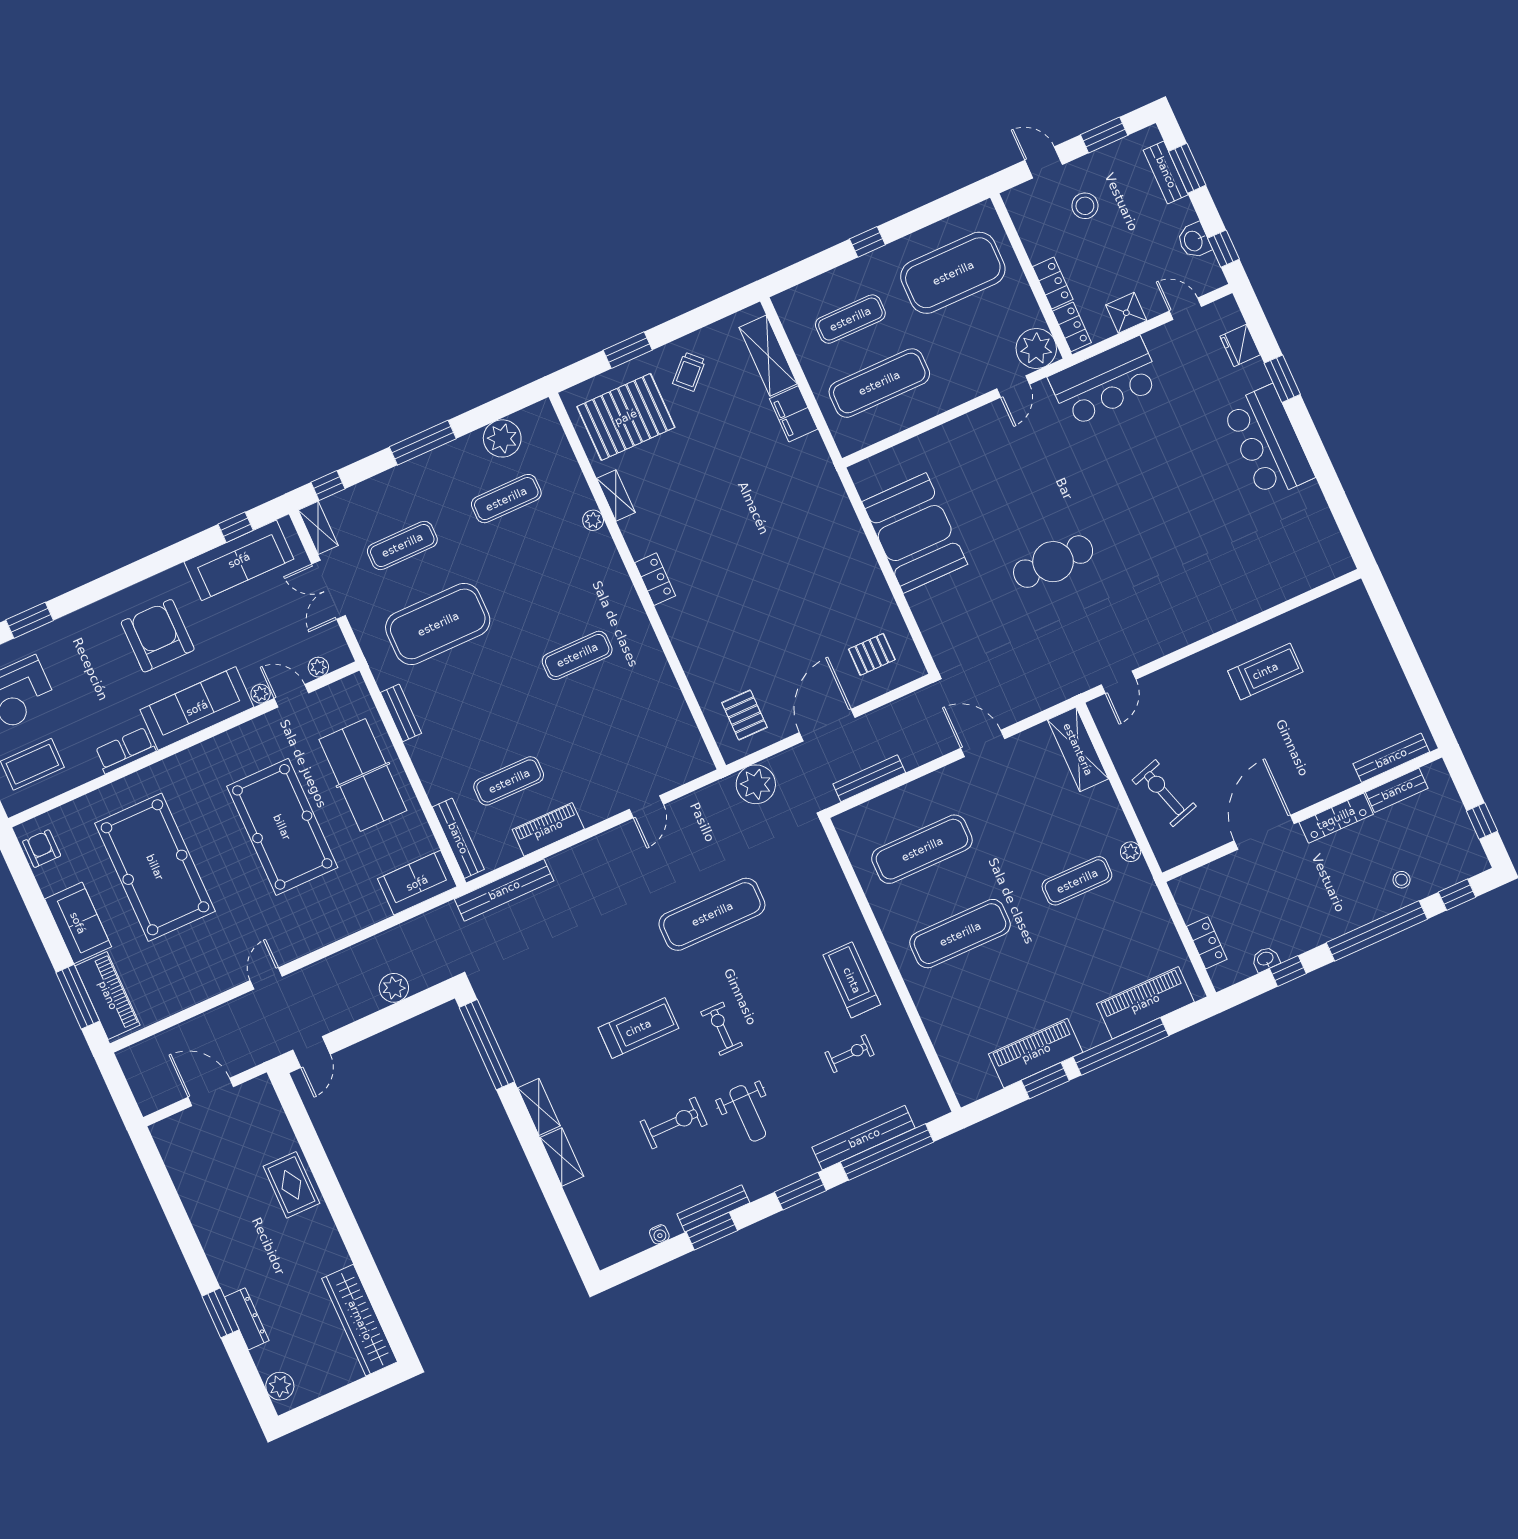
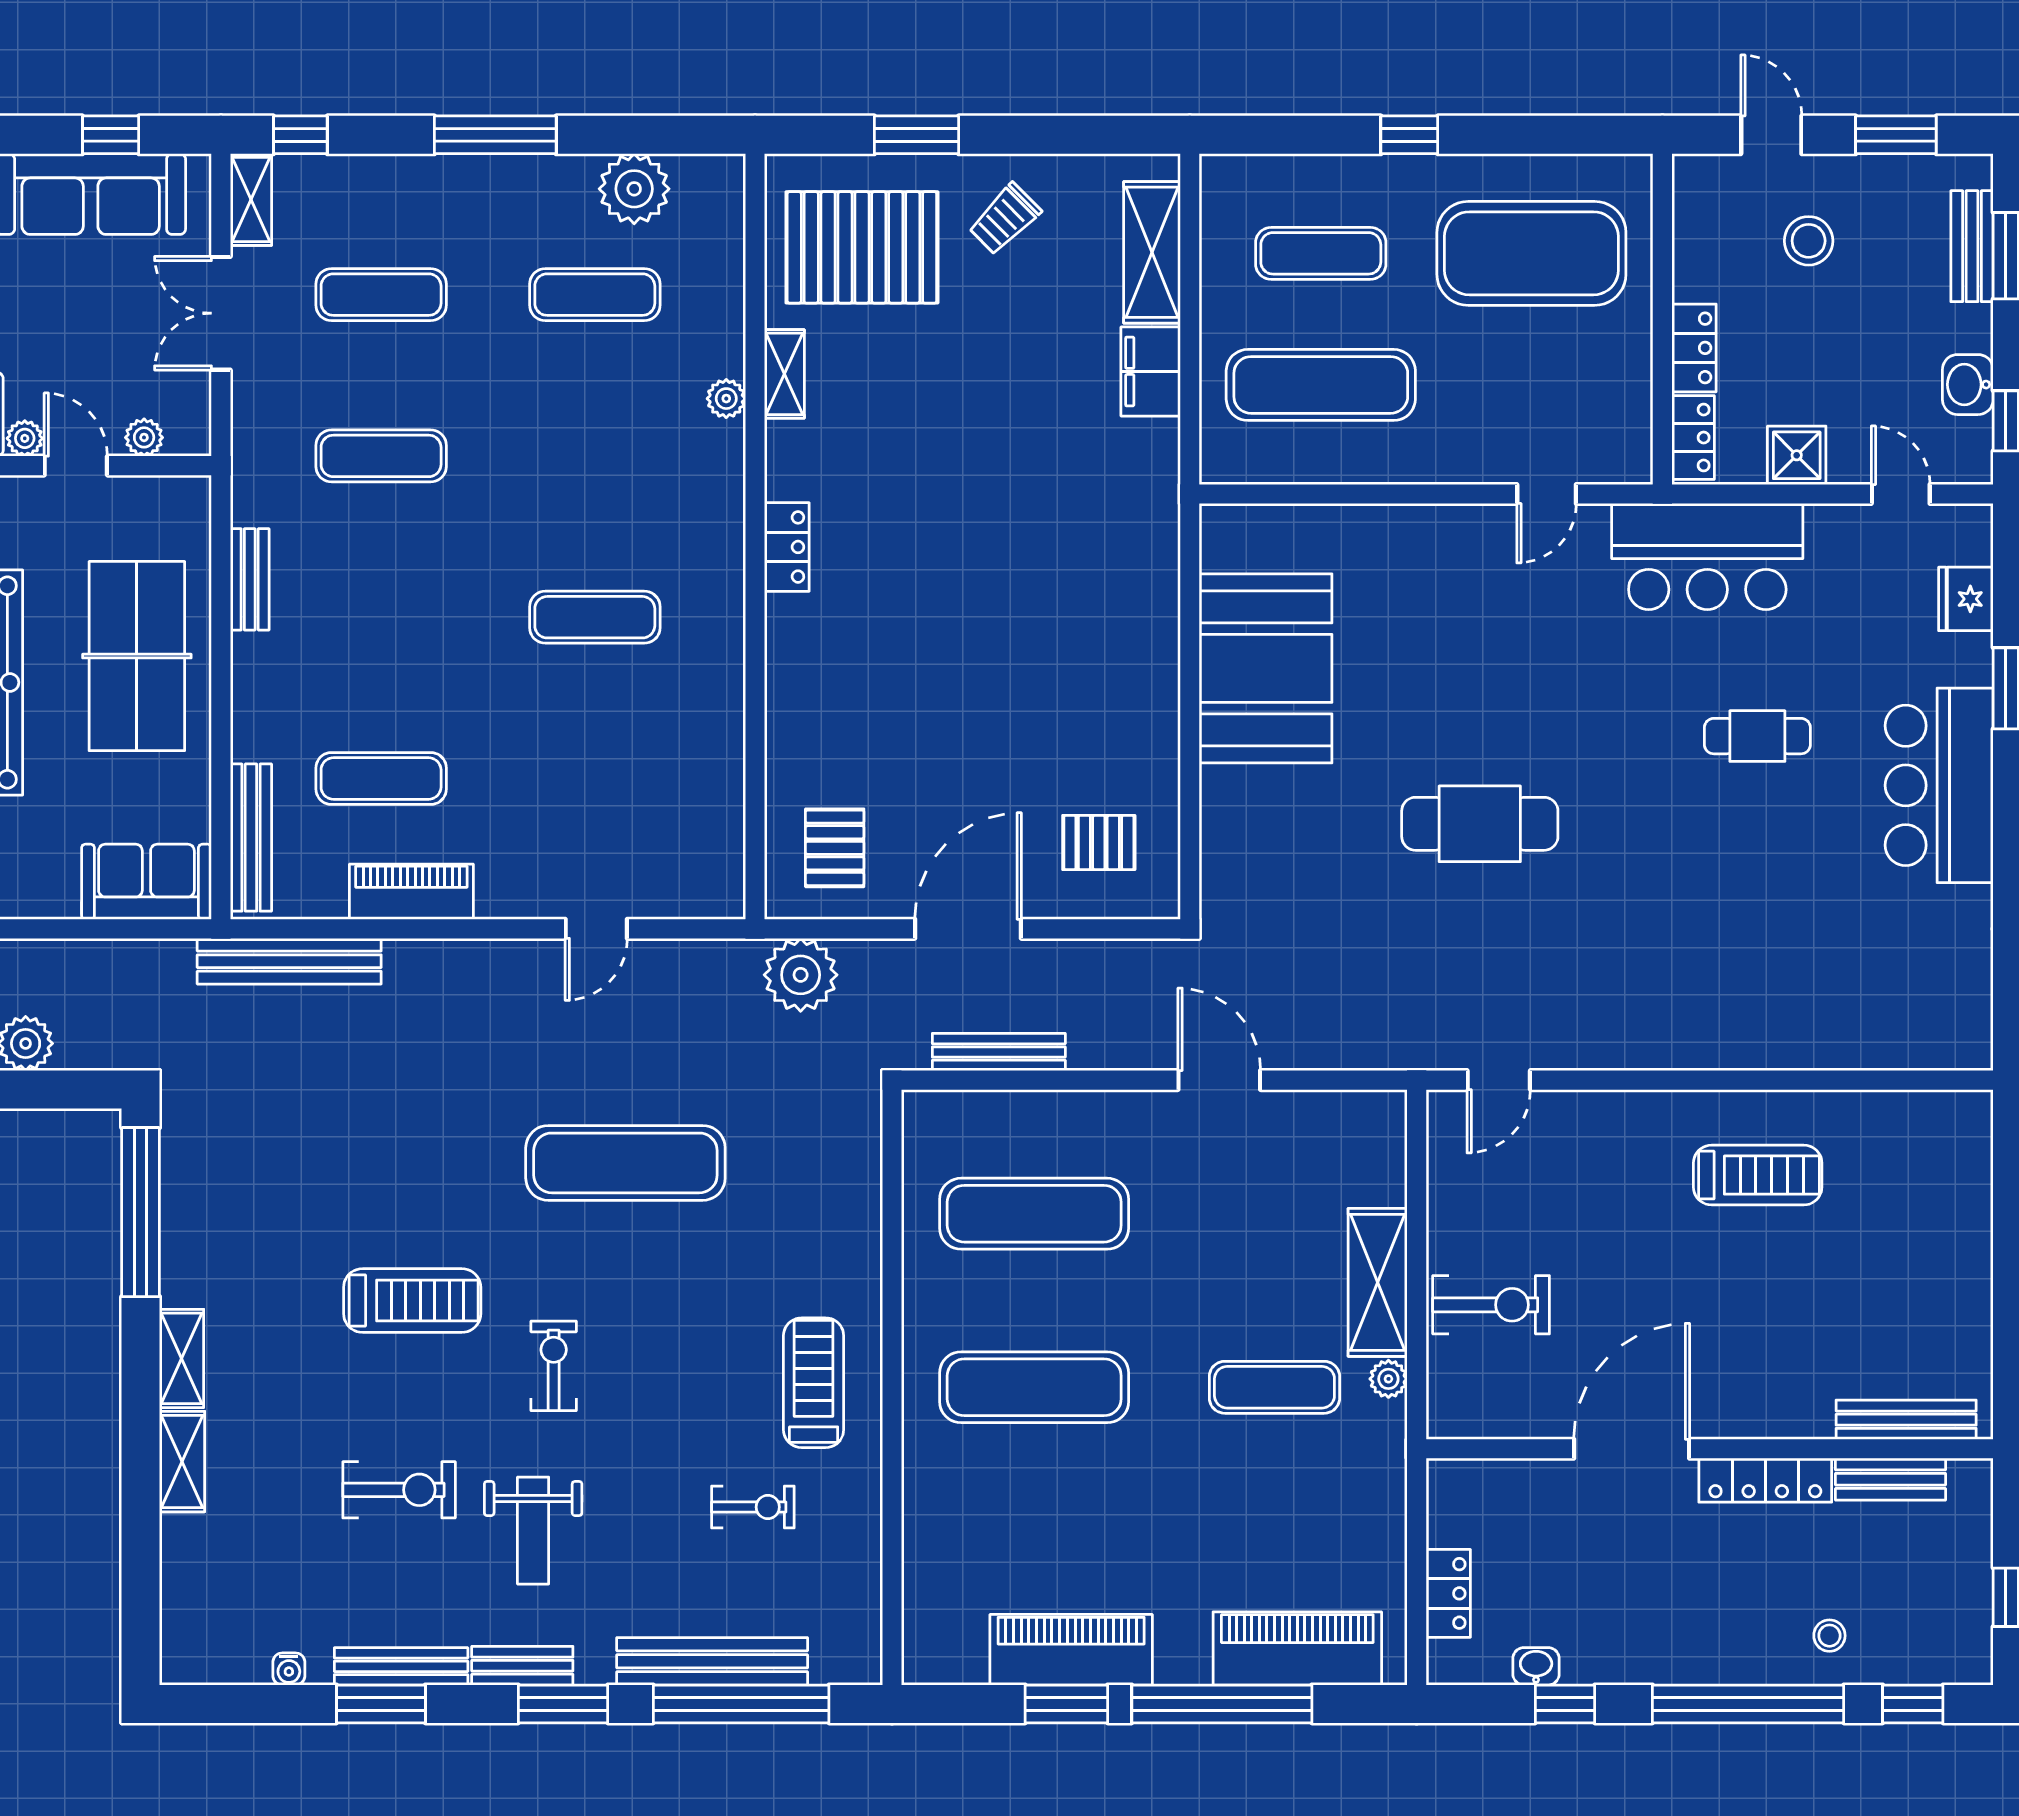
plant: (1036, 349) -> (1615, 447), removed
cafe table: (1169, 458) -> (1757, 736), added
exercise mat: (438, 624) -> (381, 456), width x0.50, depth x0.69
shelving: (1078, 749) -> (1378, 1282), moved
exercise bike: (1164, 793) -> (1491, 1305), turned 107
bench: (772, 1181) -> (522, 1666), added

